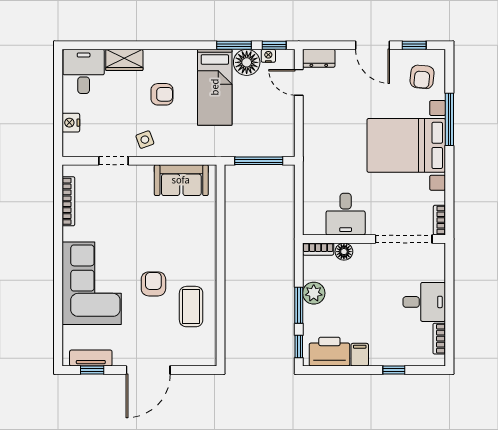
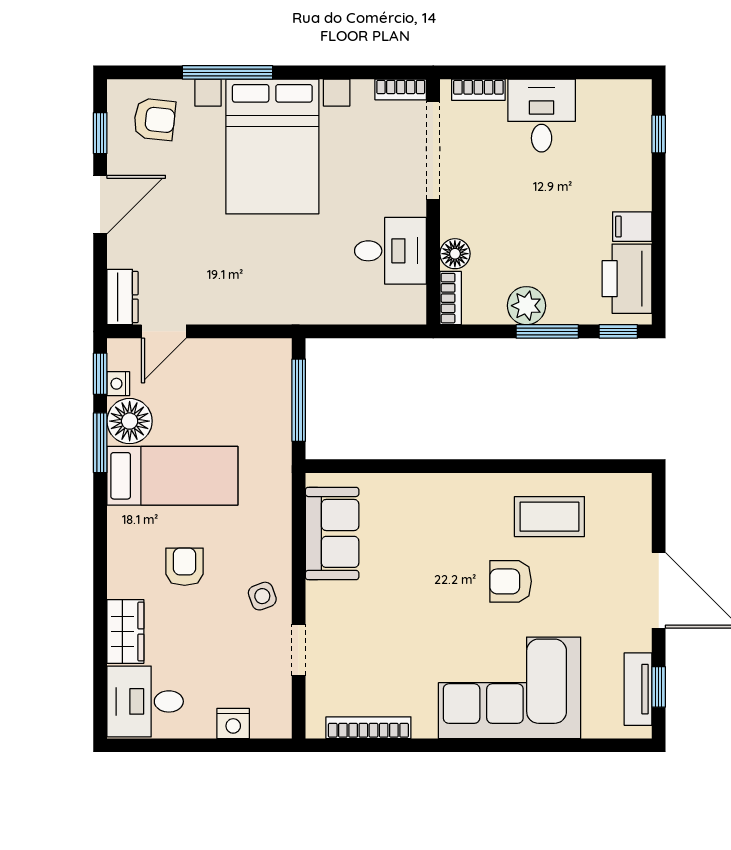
bookcase: (439, 339) -> (478, 90), moved
window: (394, 370) -> (659, 134), moved

